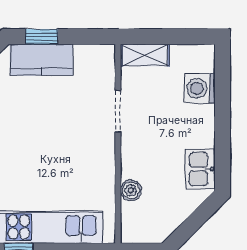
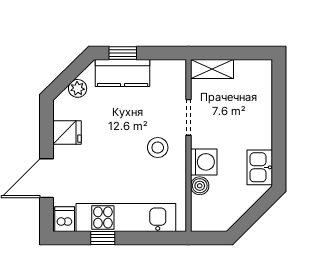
washing machine: (200, 88) -> (204, 162), moved, turned 180
stool: (82, 146) -> (158, 148), added

